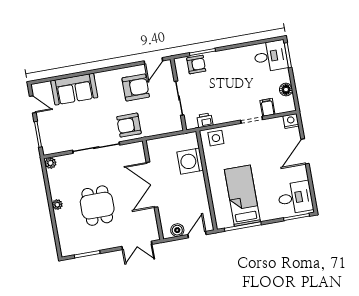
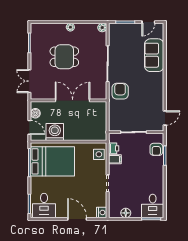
door: (153, 61) -> (165, 118), swing flipped
armchair: (136, 87) -> (147, 101), removed
filing cabinet: (267, 107) -> (115, 159), moved
washing machine: (190, 161) -> (55, 132), moved
bed: (242, 196) -> (52, 161), width x1.50

